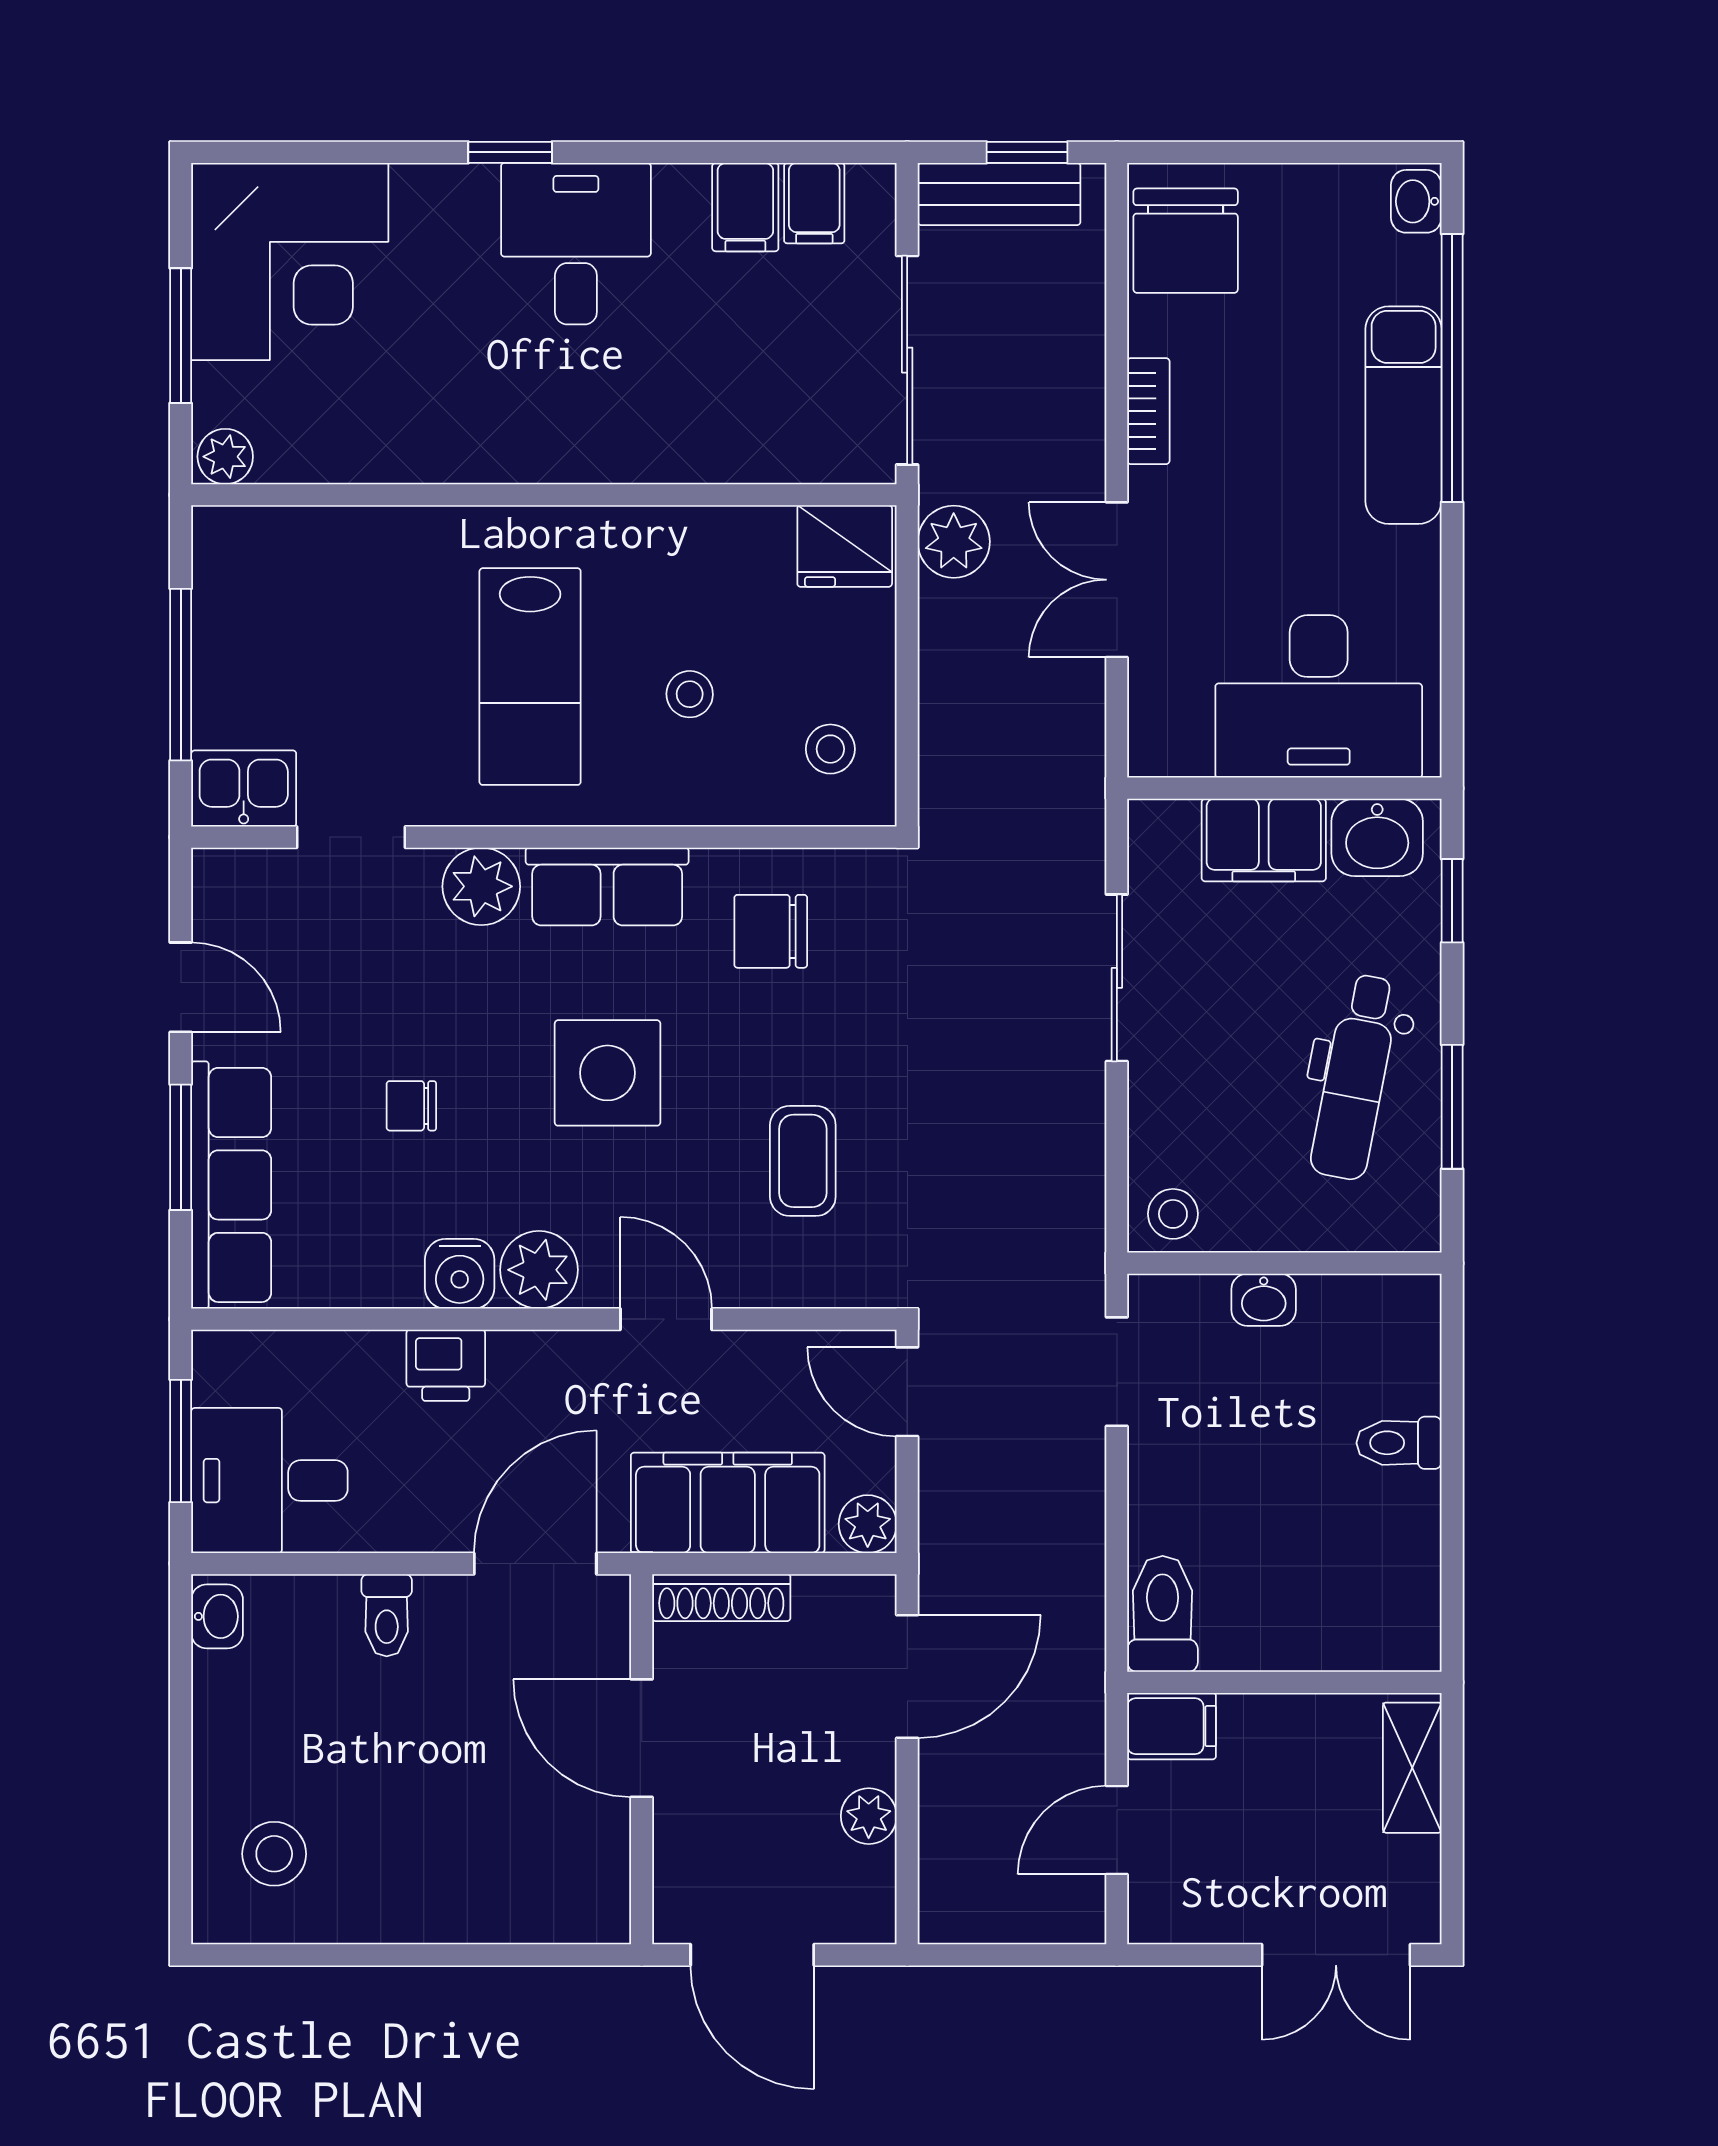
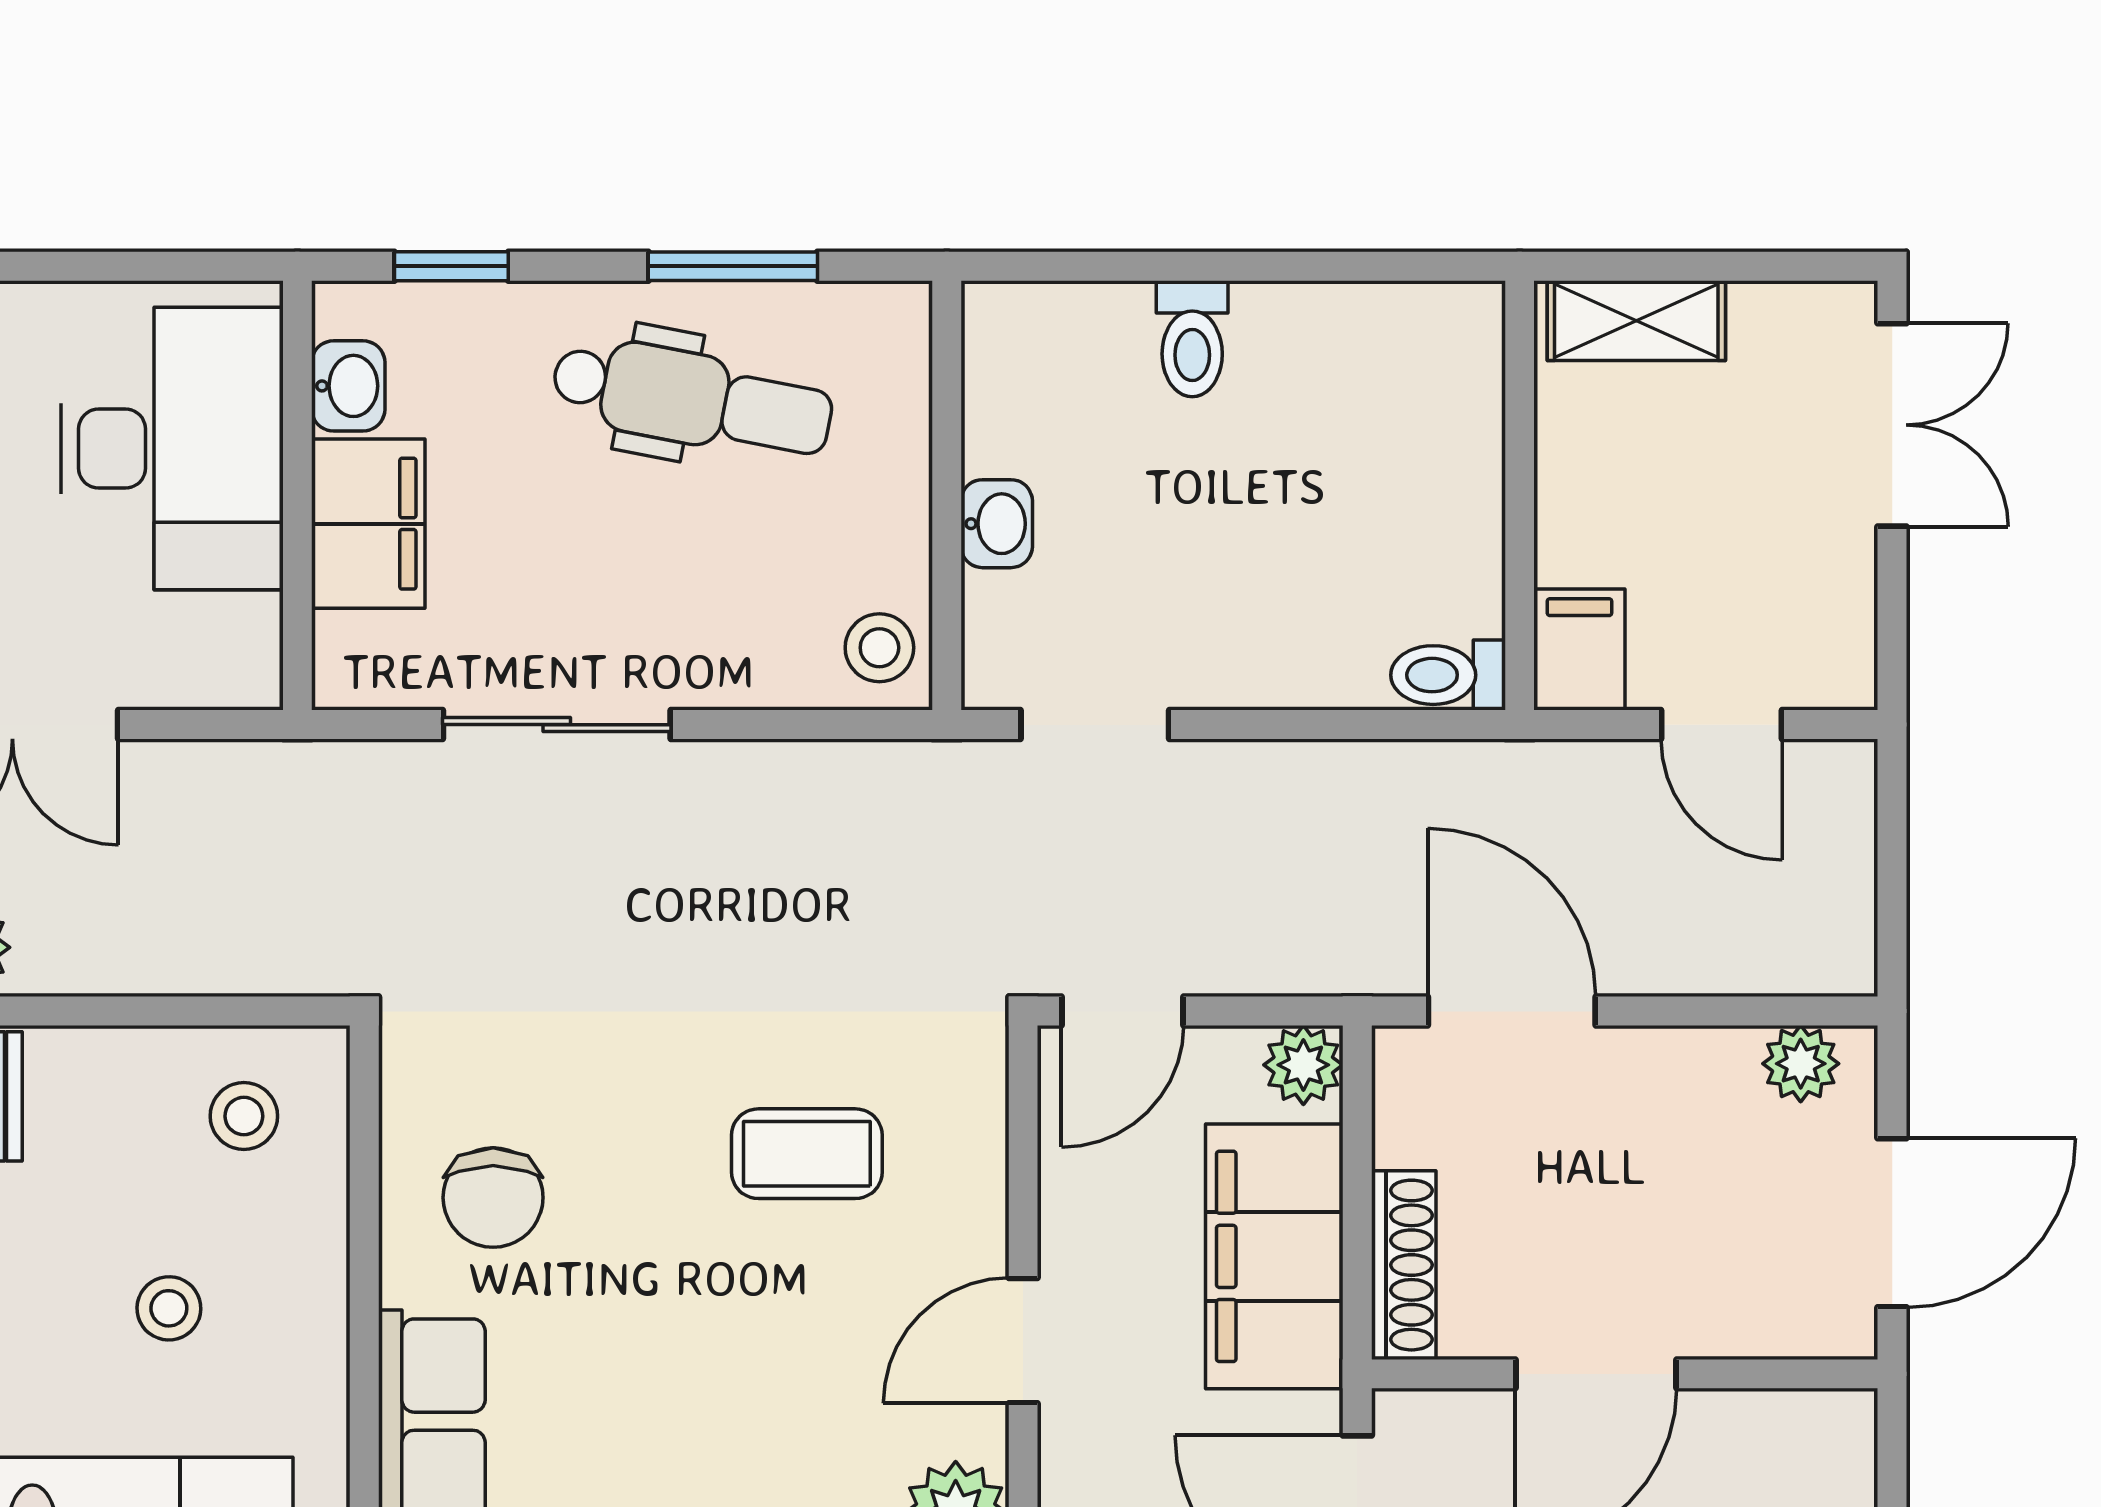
washbasin: (1377, 837) -> (348, 386), width x0.72, depth x0.69
side table: (608, 1073) -> (687, 1421), removed
toilet: (1163, 1614) -> (1448, 675), width x0.73, depth x0.72
plant: (869, 1816) -> (1801, 1064), moved

